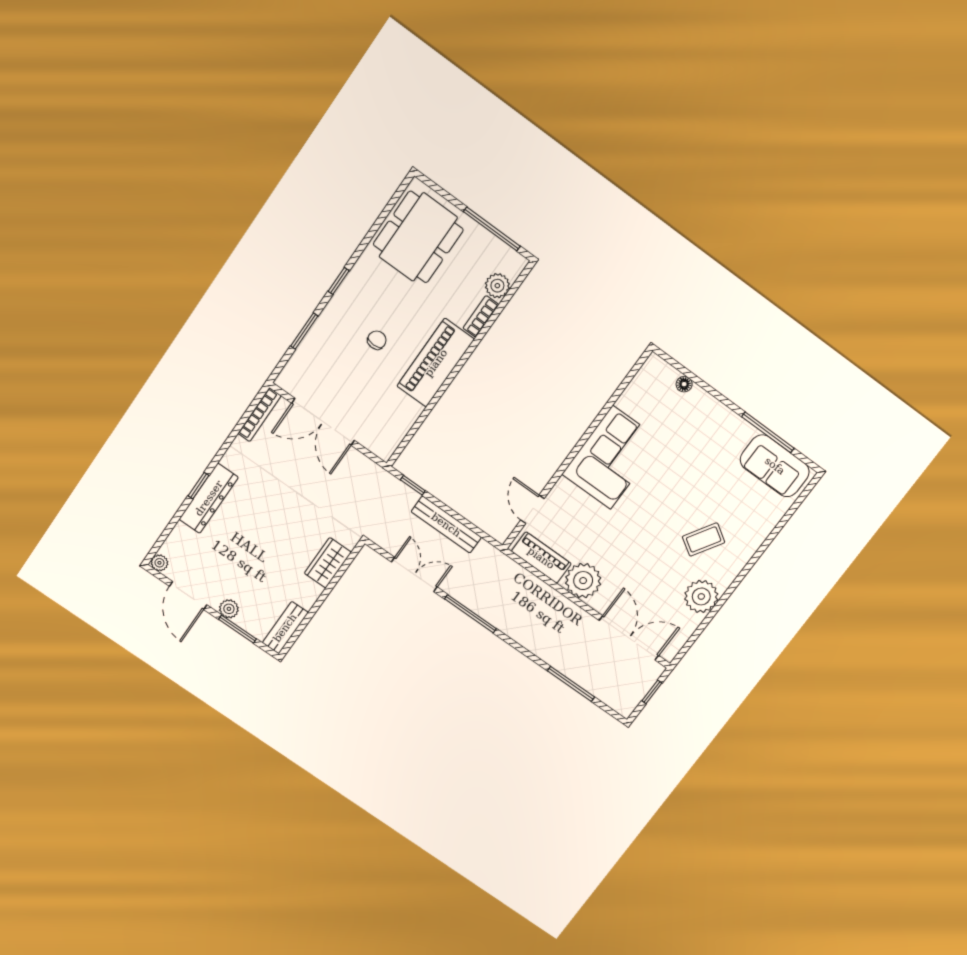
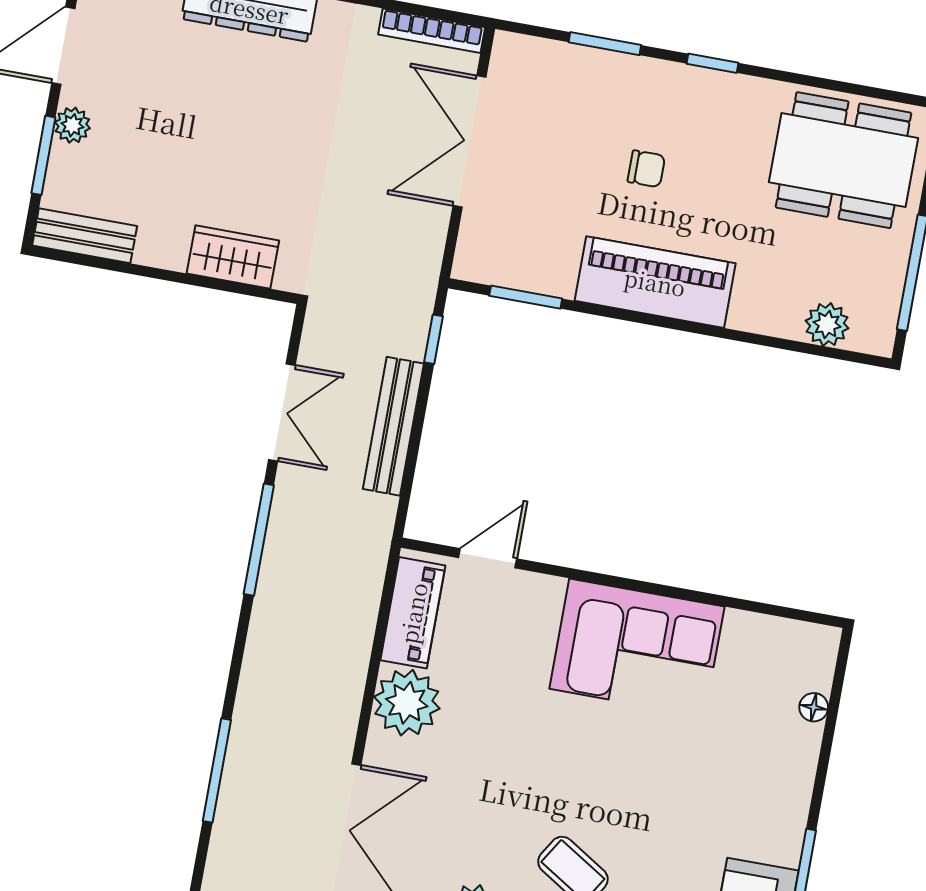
bookcase: (481, 316) -> (765, 321), removed
window: (413, 431) -> (526, 297), added

